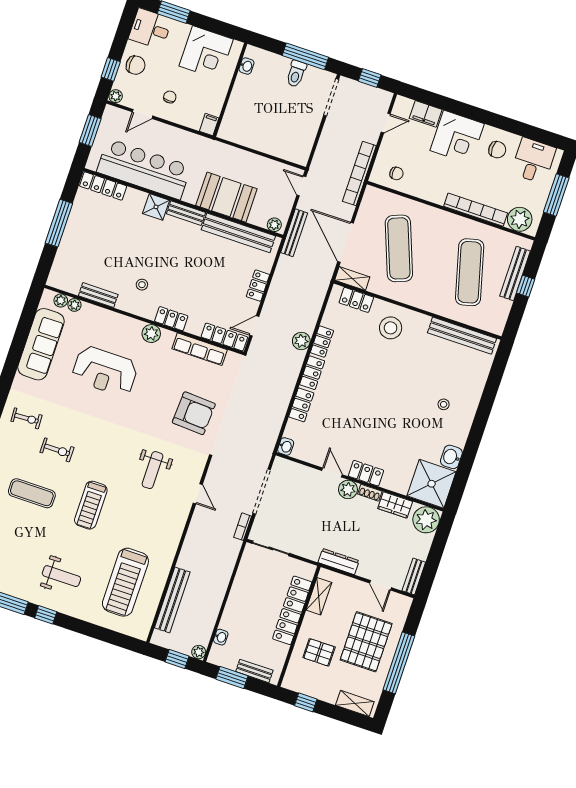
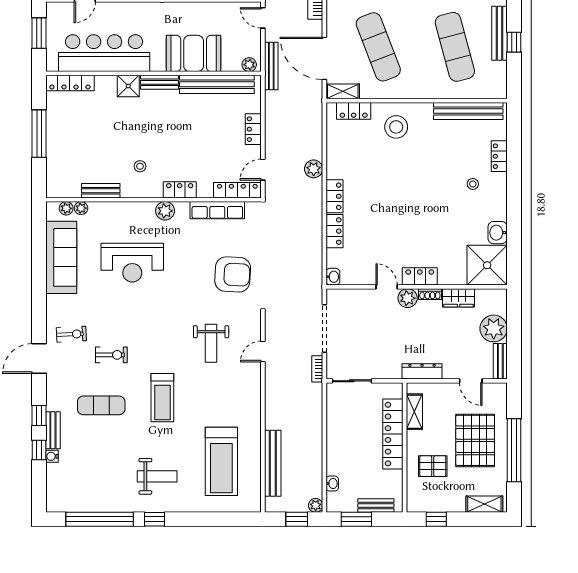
locker: (322, 342) -> (499, 156), moved, turned 180
door: (198, 494) -> (263, 352), swing flipped
plant: (426, 520) -> (494, 328), moved

